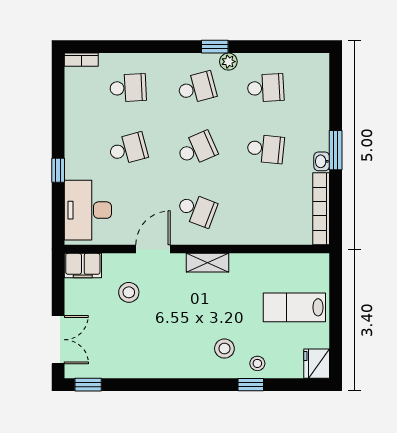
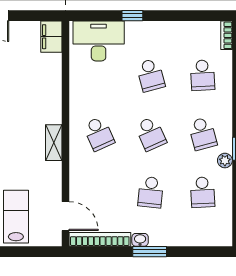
school desk: (197, 210) -> (99, 134), turned -45
door: (153, 249) -> (65, 216), moved
stool: (129, 292) -> (29, 76), removed

